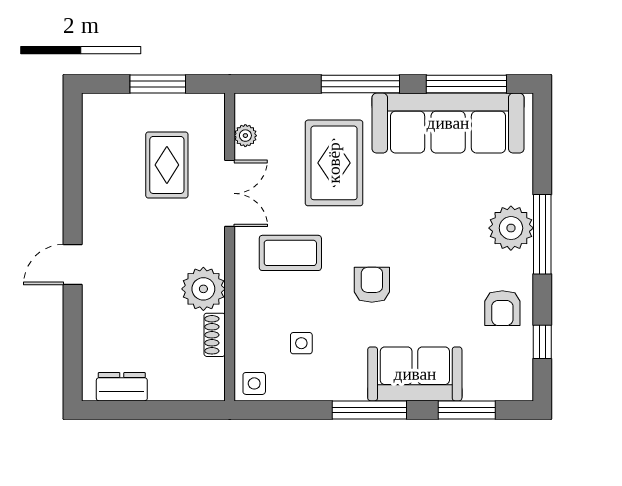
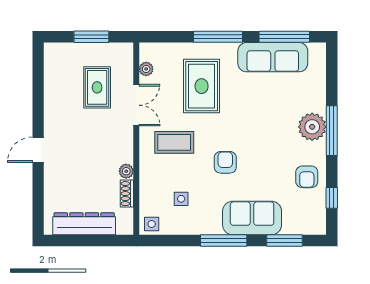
sofa: (448, 123) -> (273, 57), width x0.74, depth x0.79
plant: (203, 289) -> (126, 171), width x0.53, depth x0.53
dresser: (122, 387) -> (84, 224), width x1.96, depth x1.24

